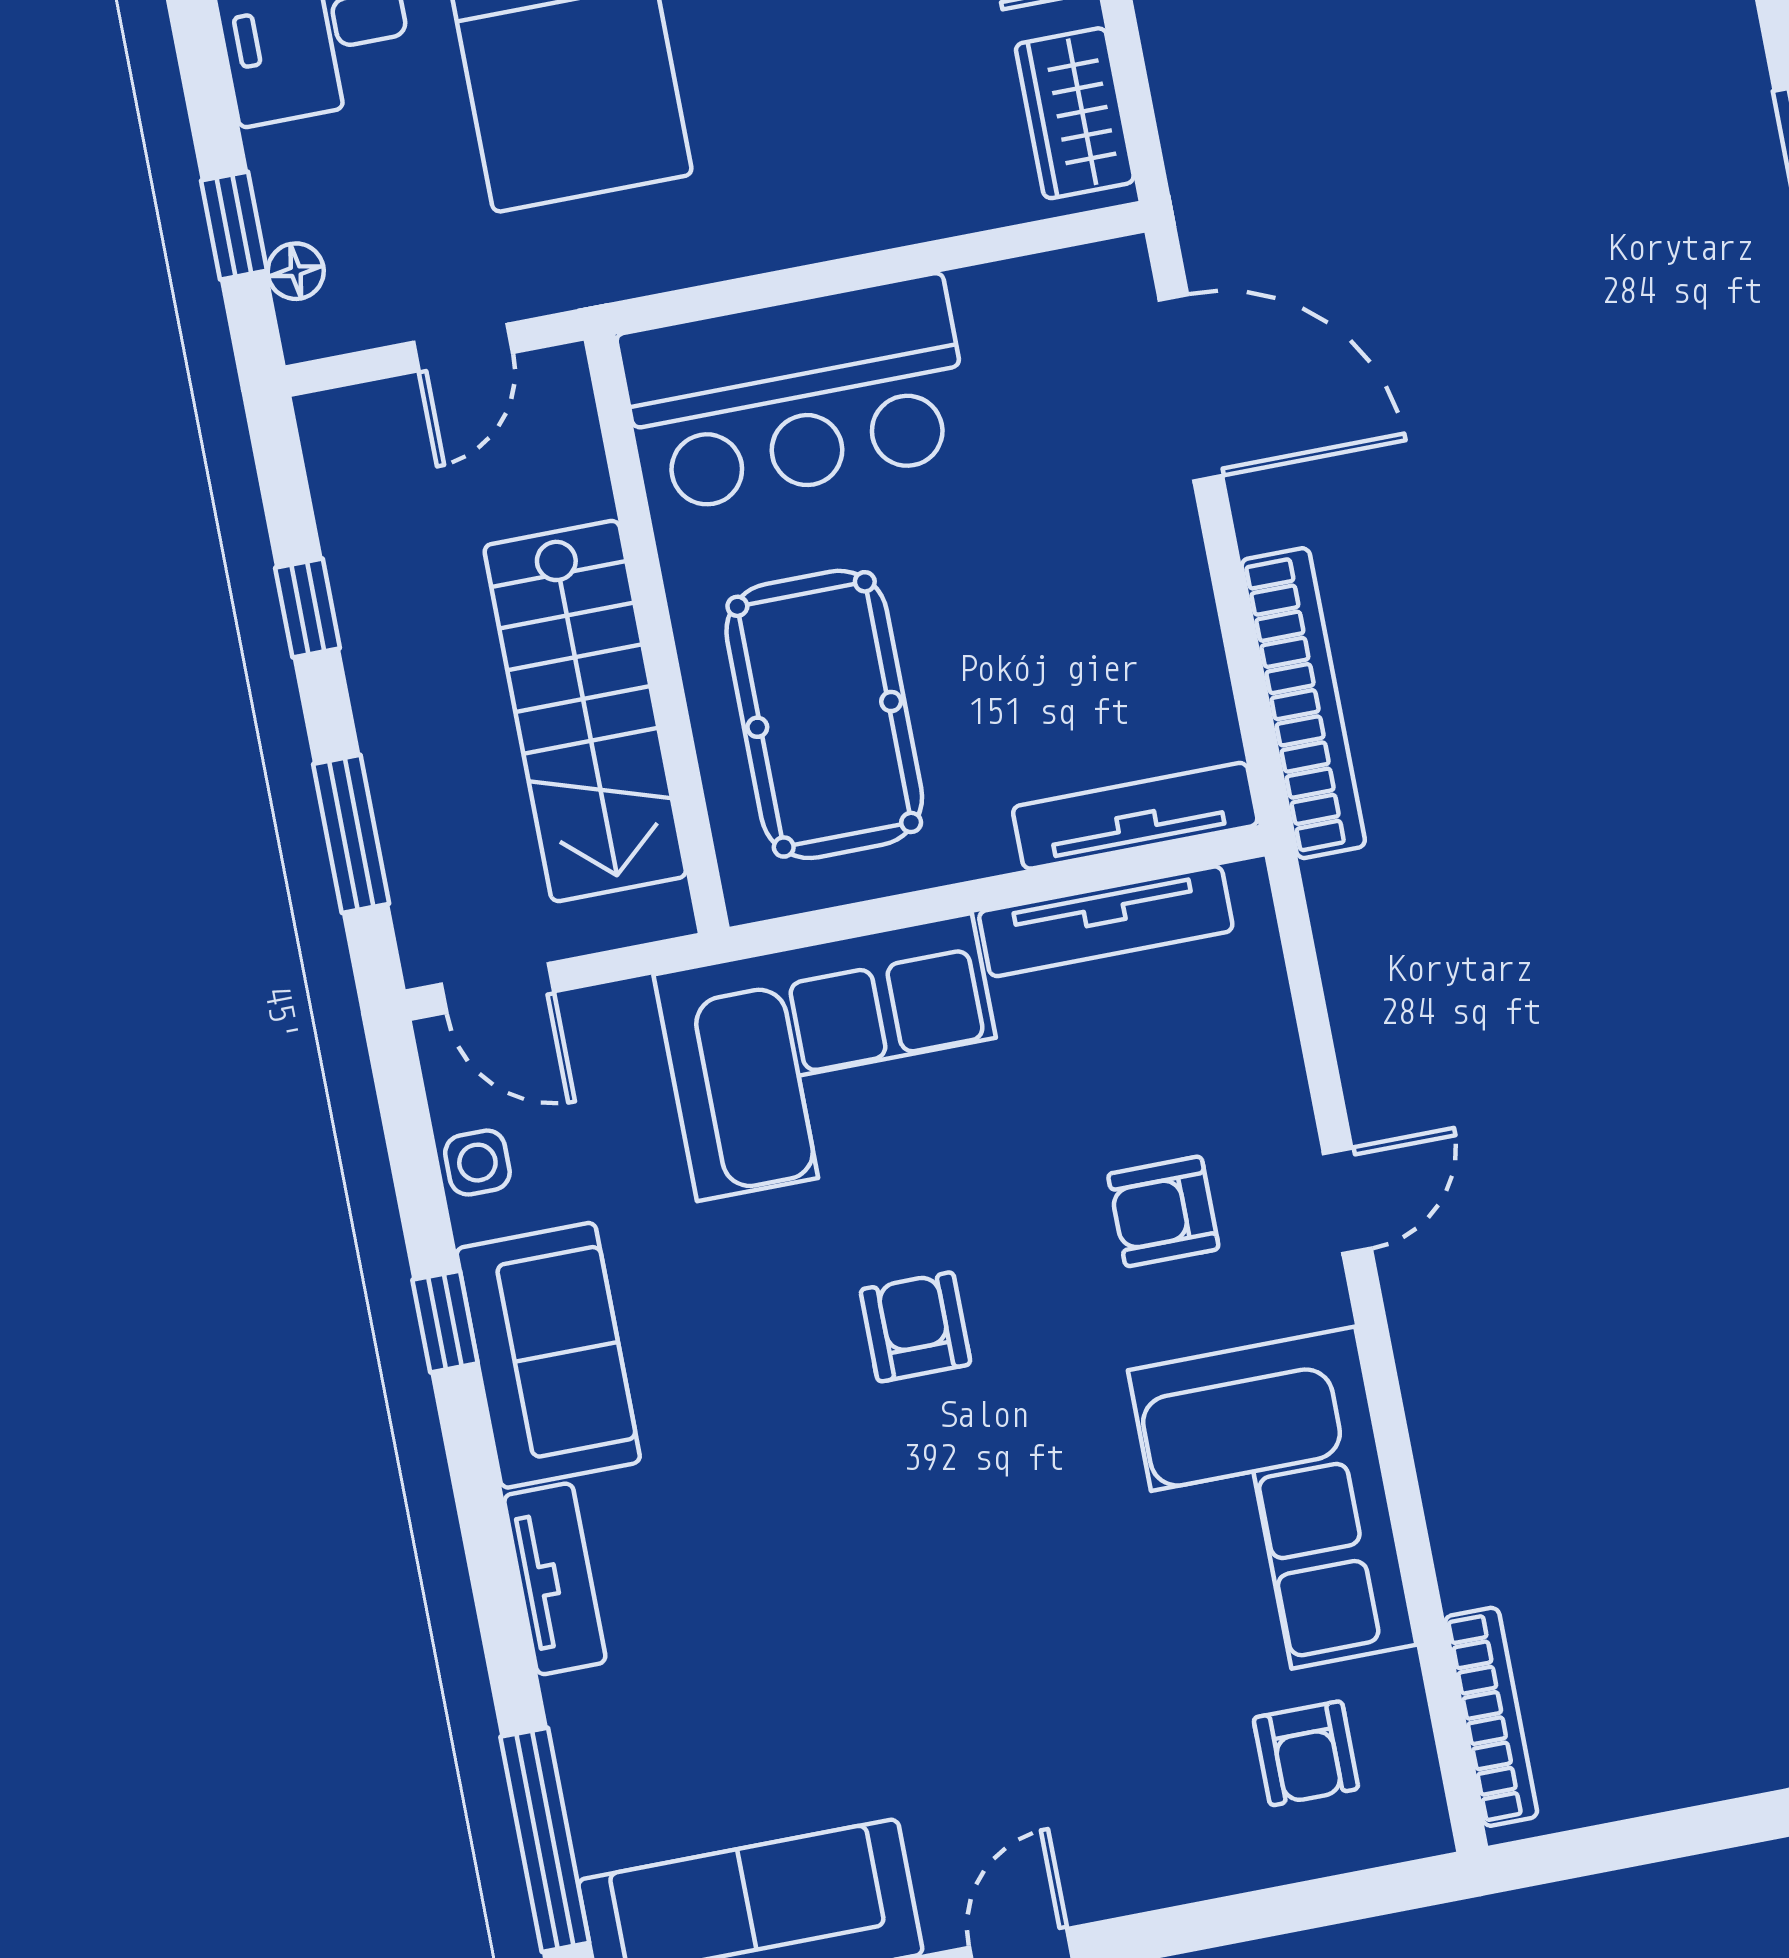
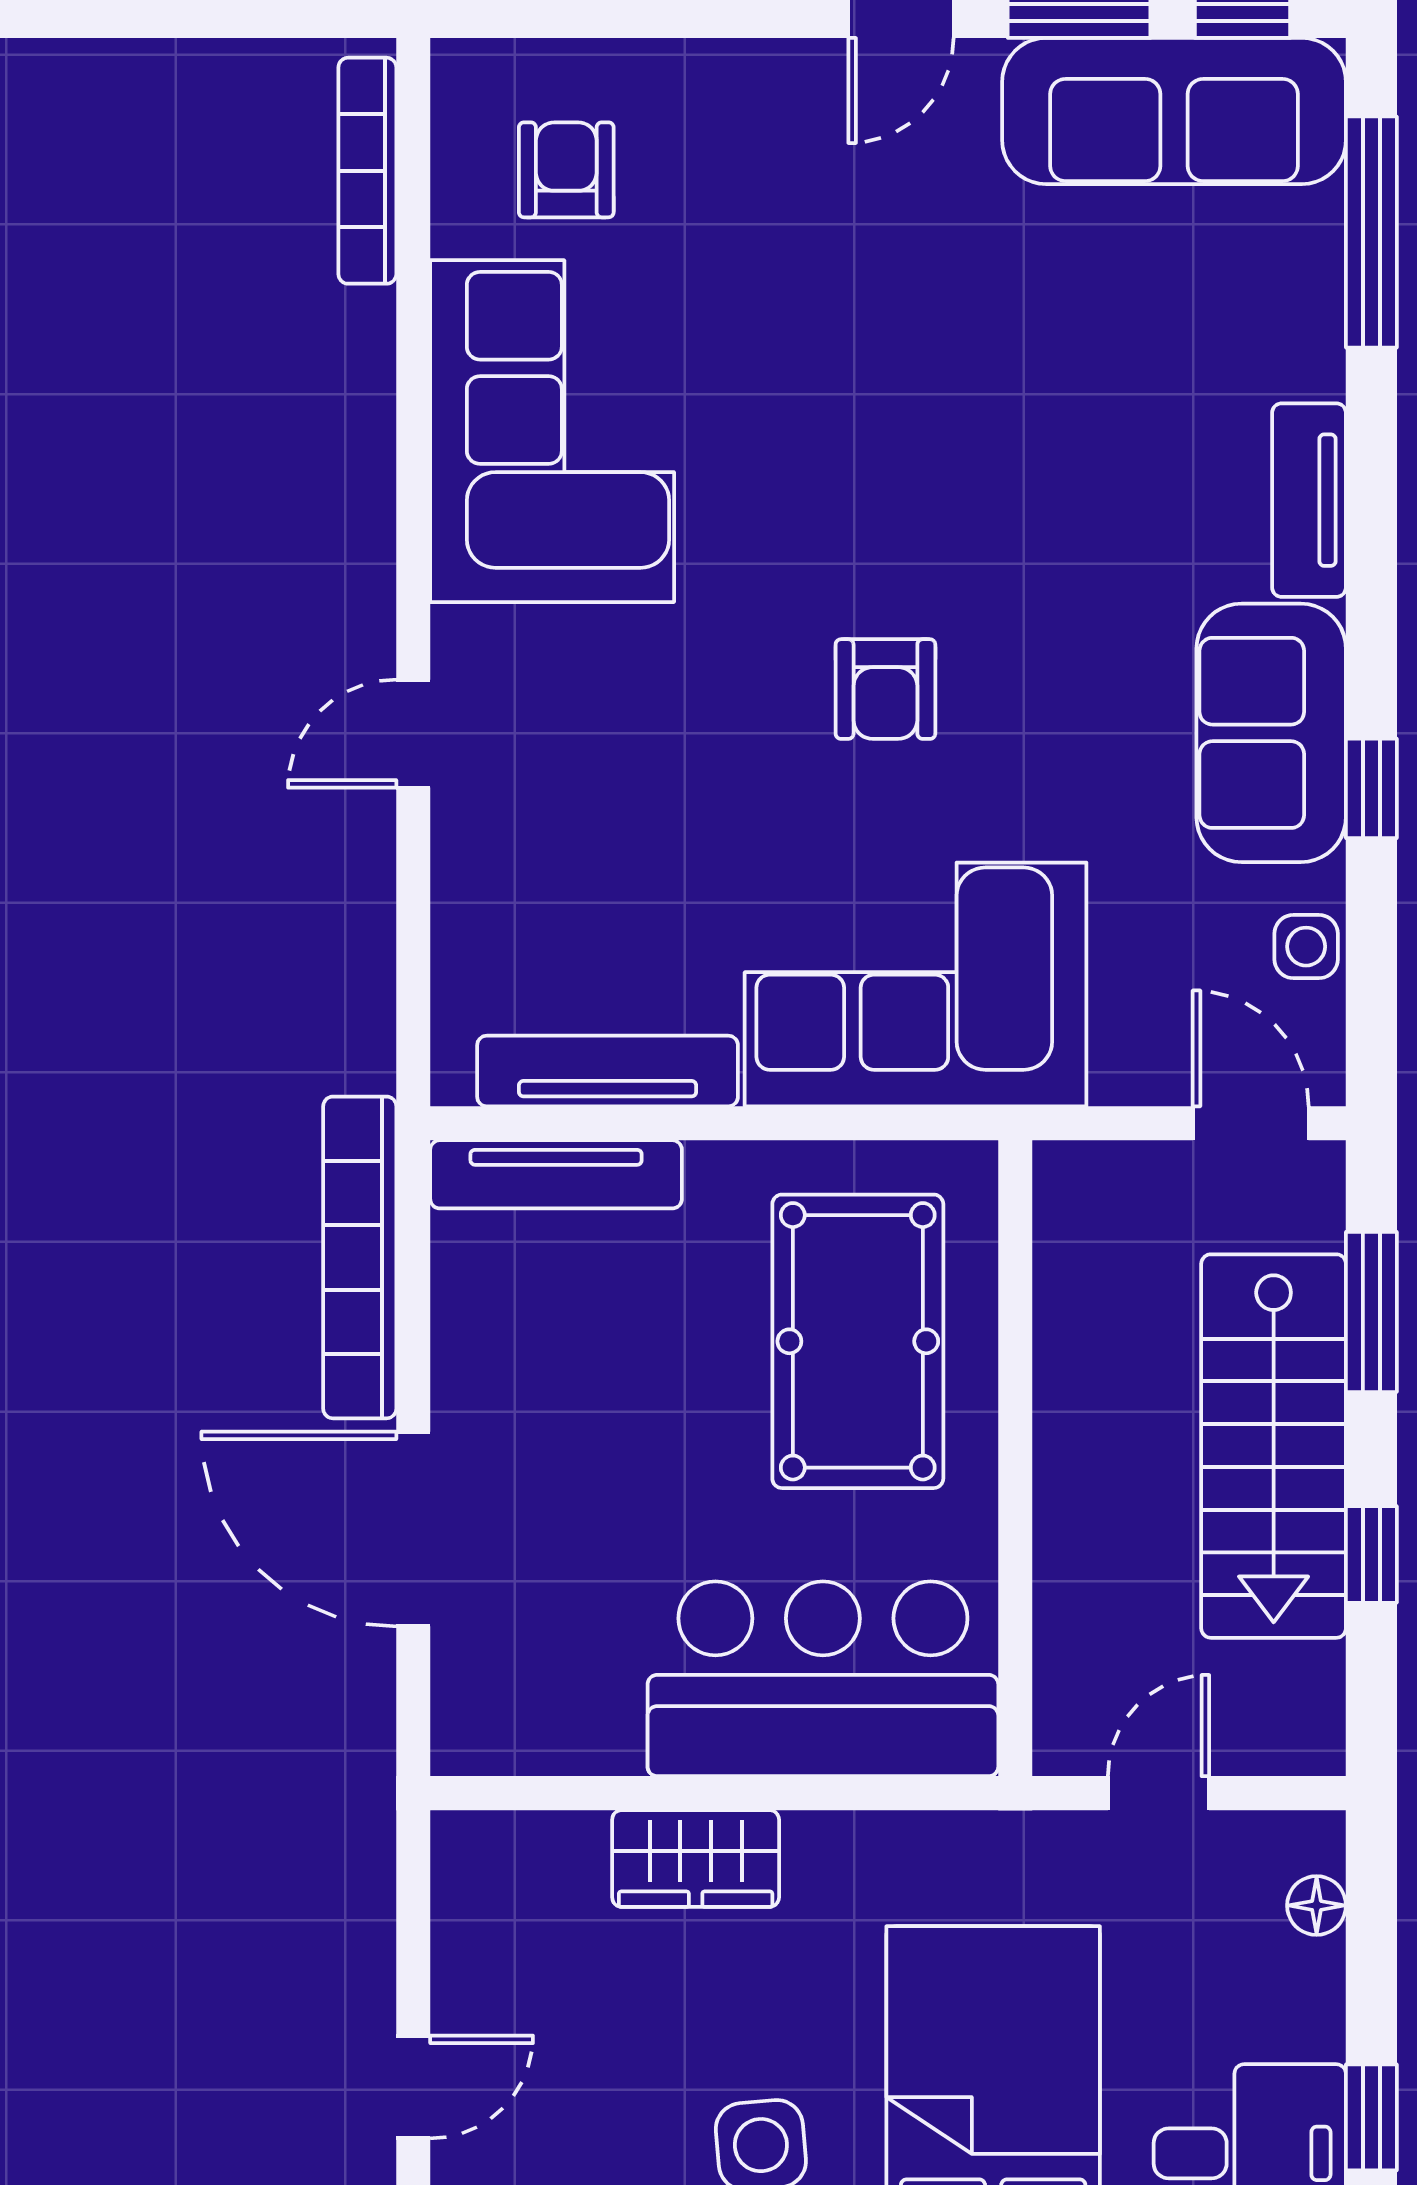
wardrobe: (1075, 113) -> (696, 1858), moved, turned 90
window: (234, 226) -> (1371, 2117), moved
door: (1191, 388) -> (413, 1529), moved
stairs: (585, 711) -> (1274, 1446), moved, turned 180
armchair: (1163, 1211) -> (606, 759), removed

